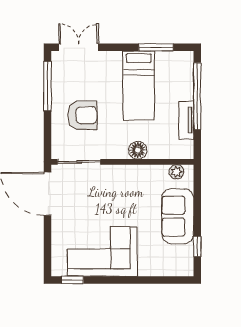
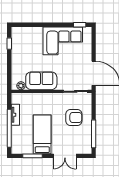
double door: (79, 47) -> (65, 156), moved
armchair: (82, 115) -> (74, 118), turned 180
floor lamp: (138, 150) -> (43, 98), removed
sofa: (178, 216) -> (41, 81), moved, turned -90

